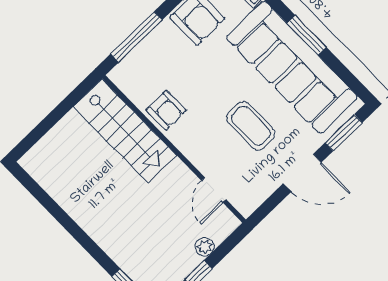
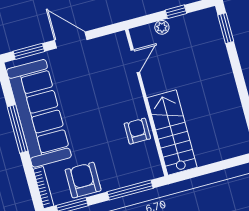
window: (307, 35) -> (18, 129), width x1.44
coffee table: (251, 126) -> (87, 90), removed

